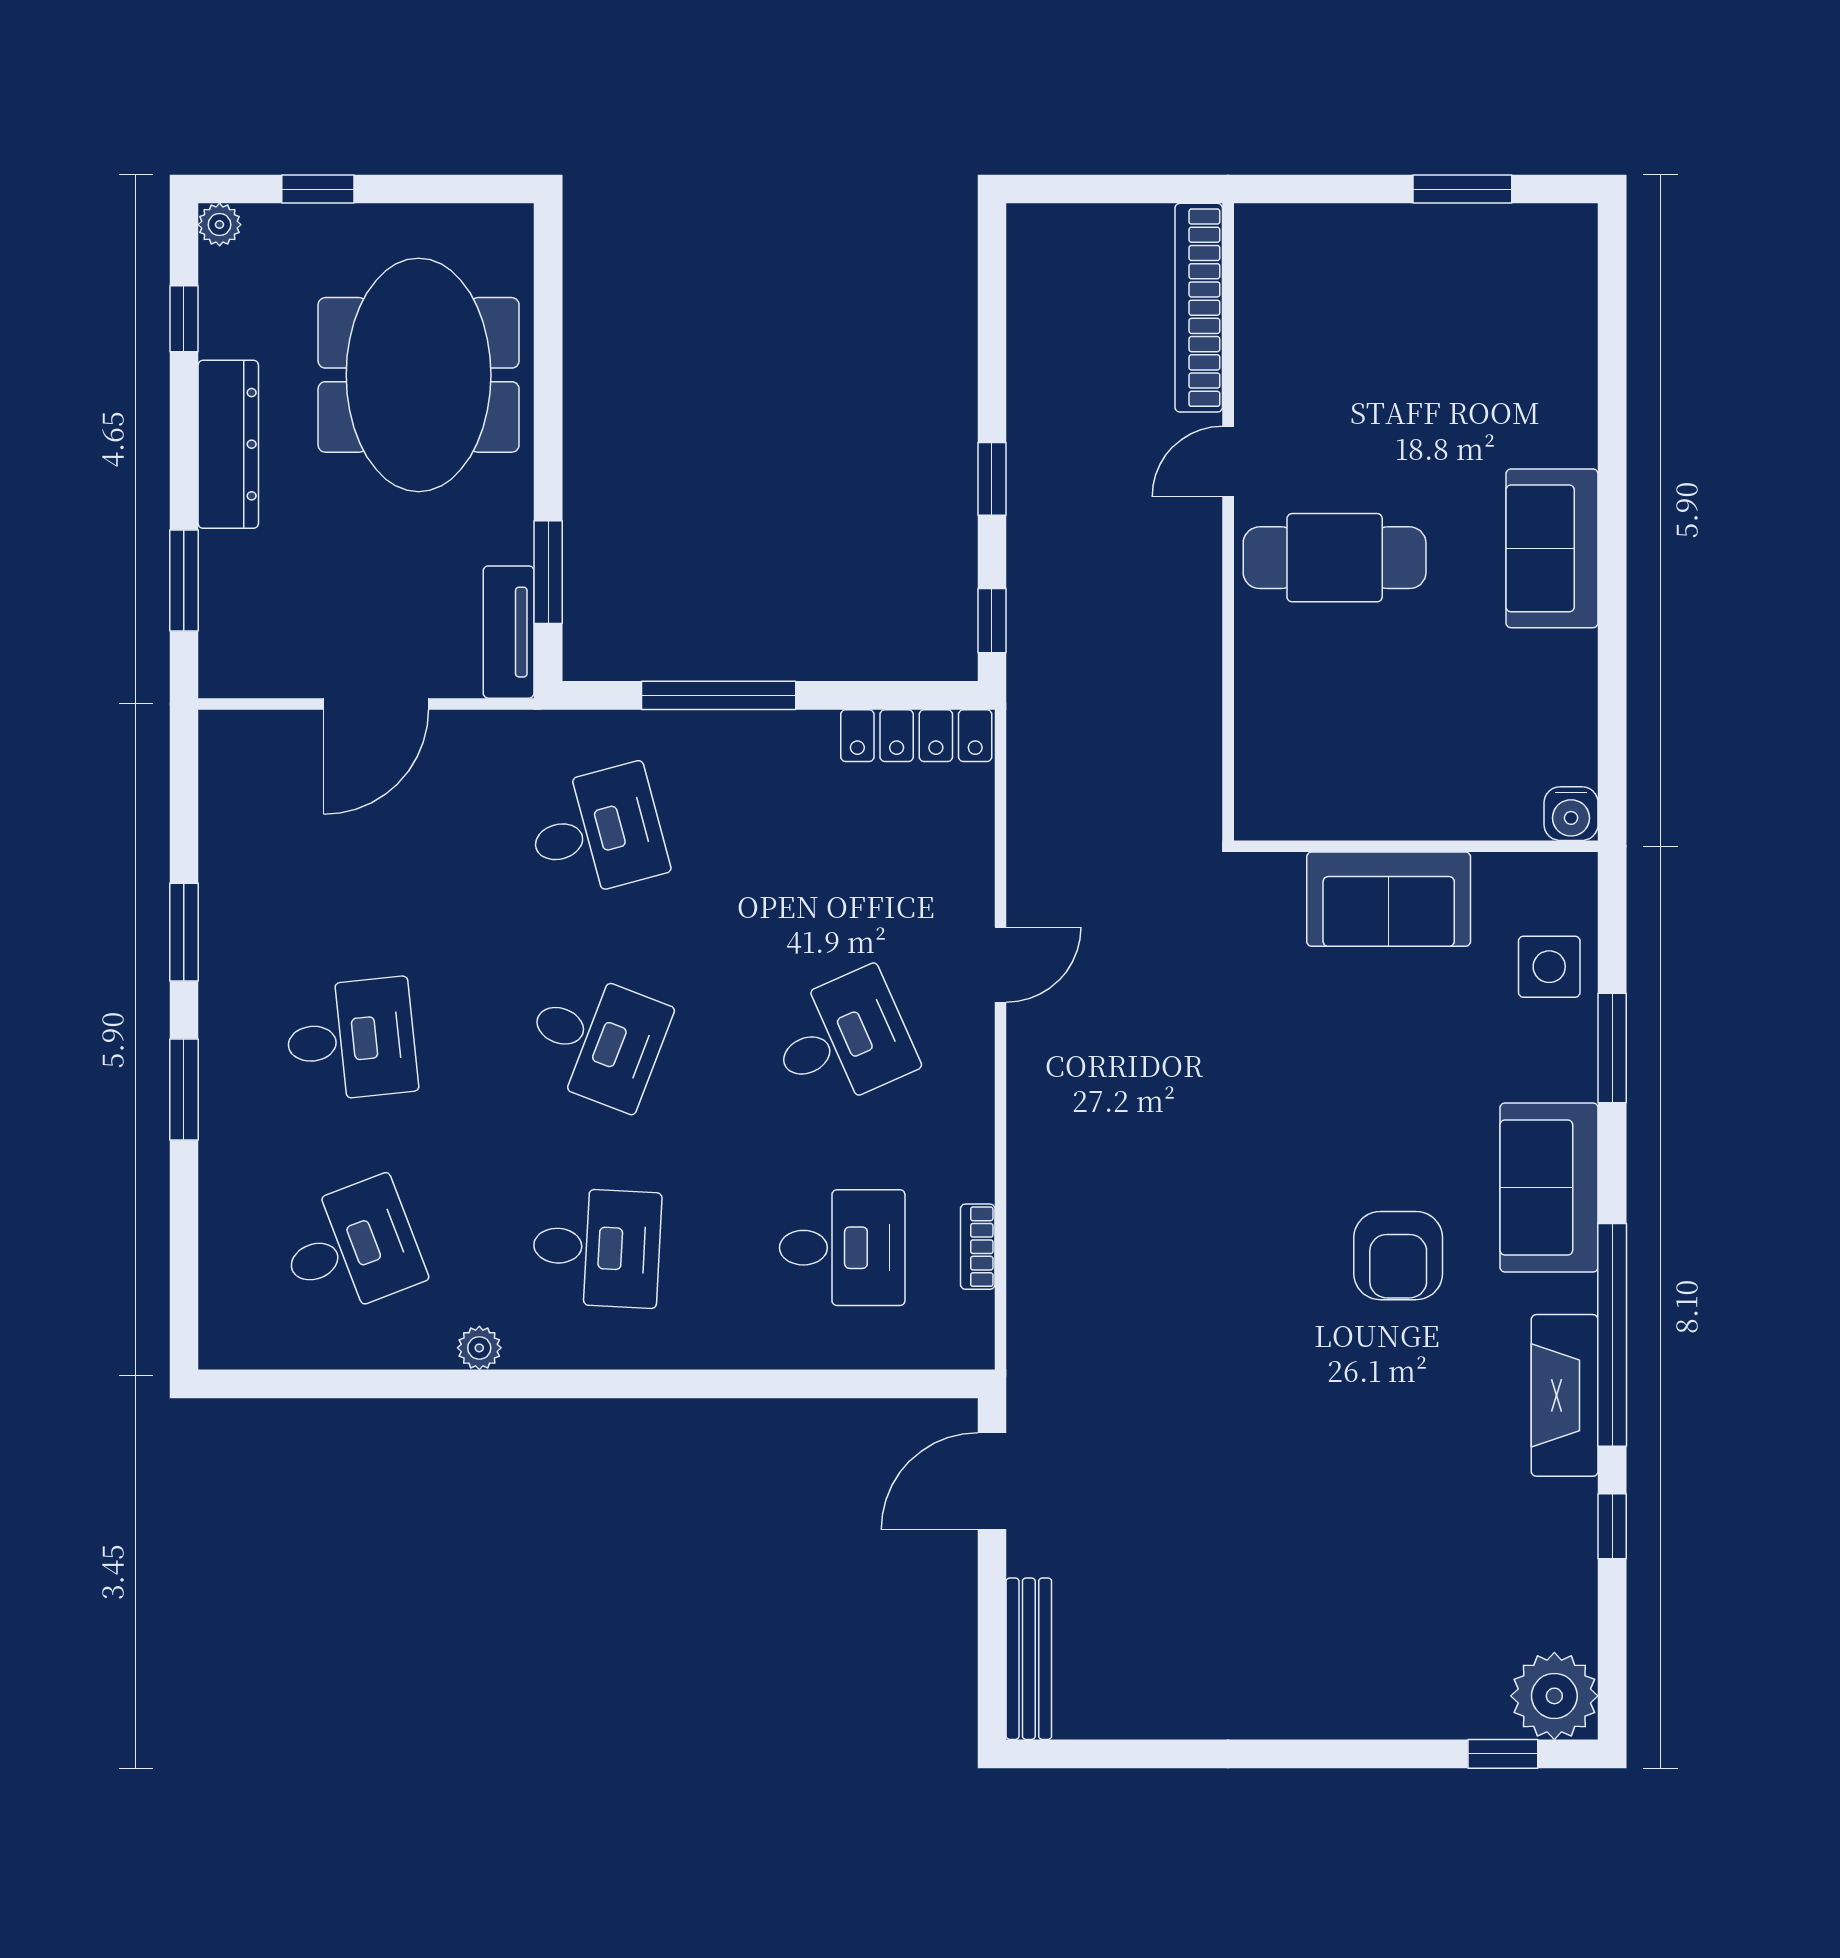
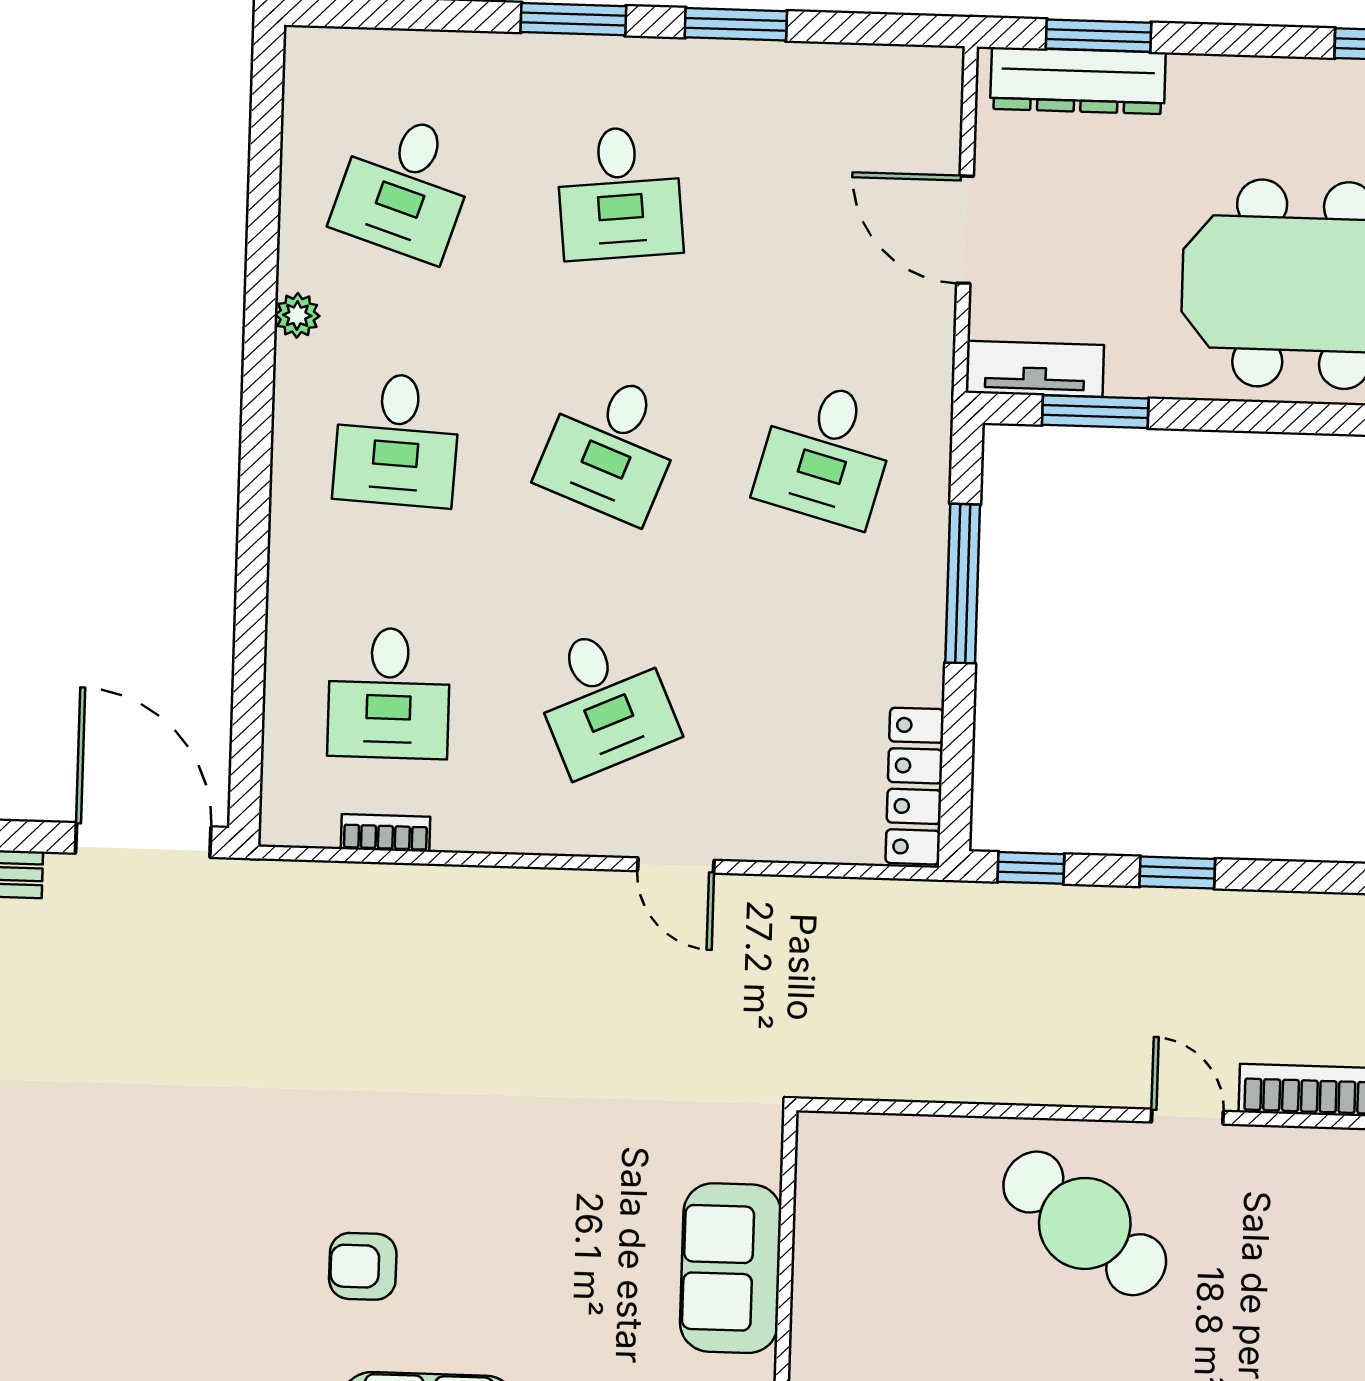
dresser: (228, 444) -> (1078, 81), moved
cafe table: (1335, 558) -> (1085, 1223), turned -53
desk: (597, 832) -> (826, 453), turned 30
desk: (351, 1248) -> (405, 186), turned 39
armchair: (1398, 1256) -> (363, 1266), width x0.72, depth x0.72
door: (992, 1481) -> (143, 840), width x1.36

